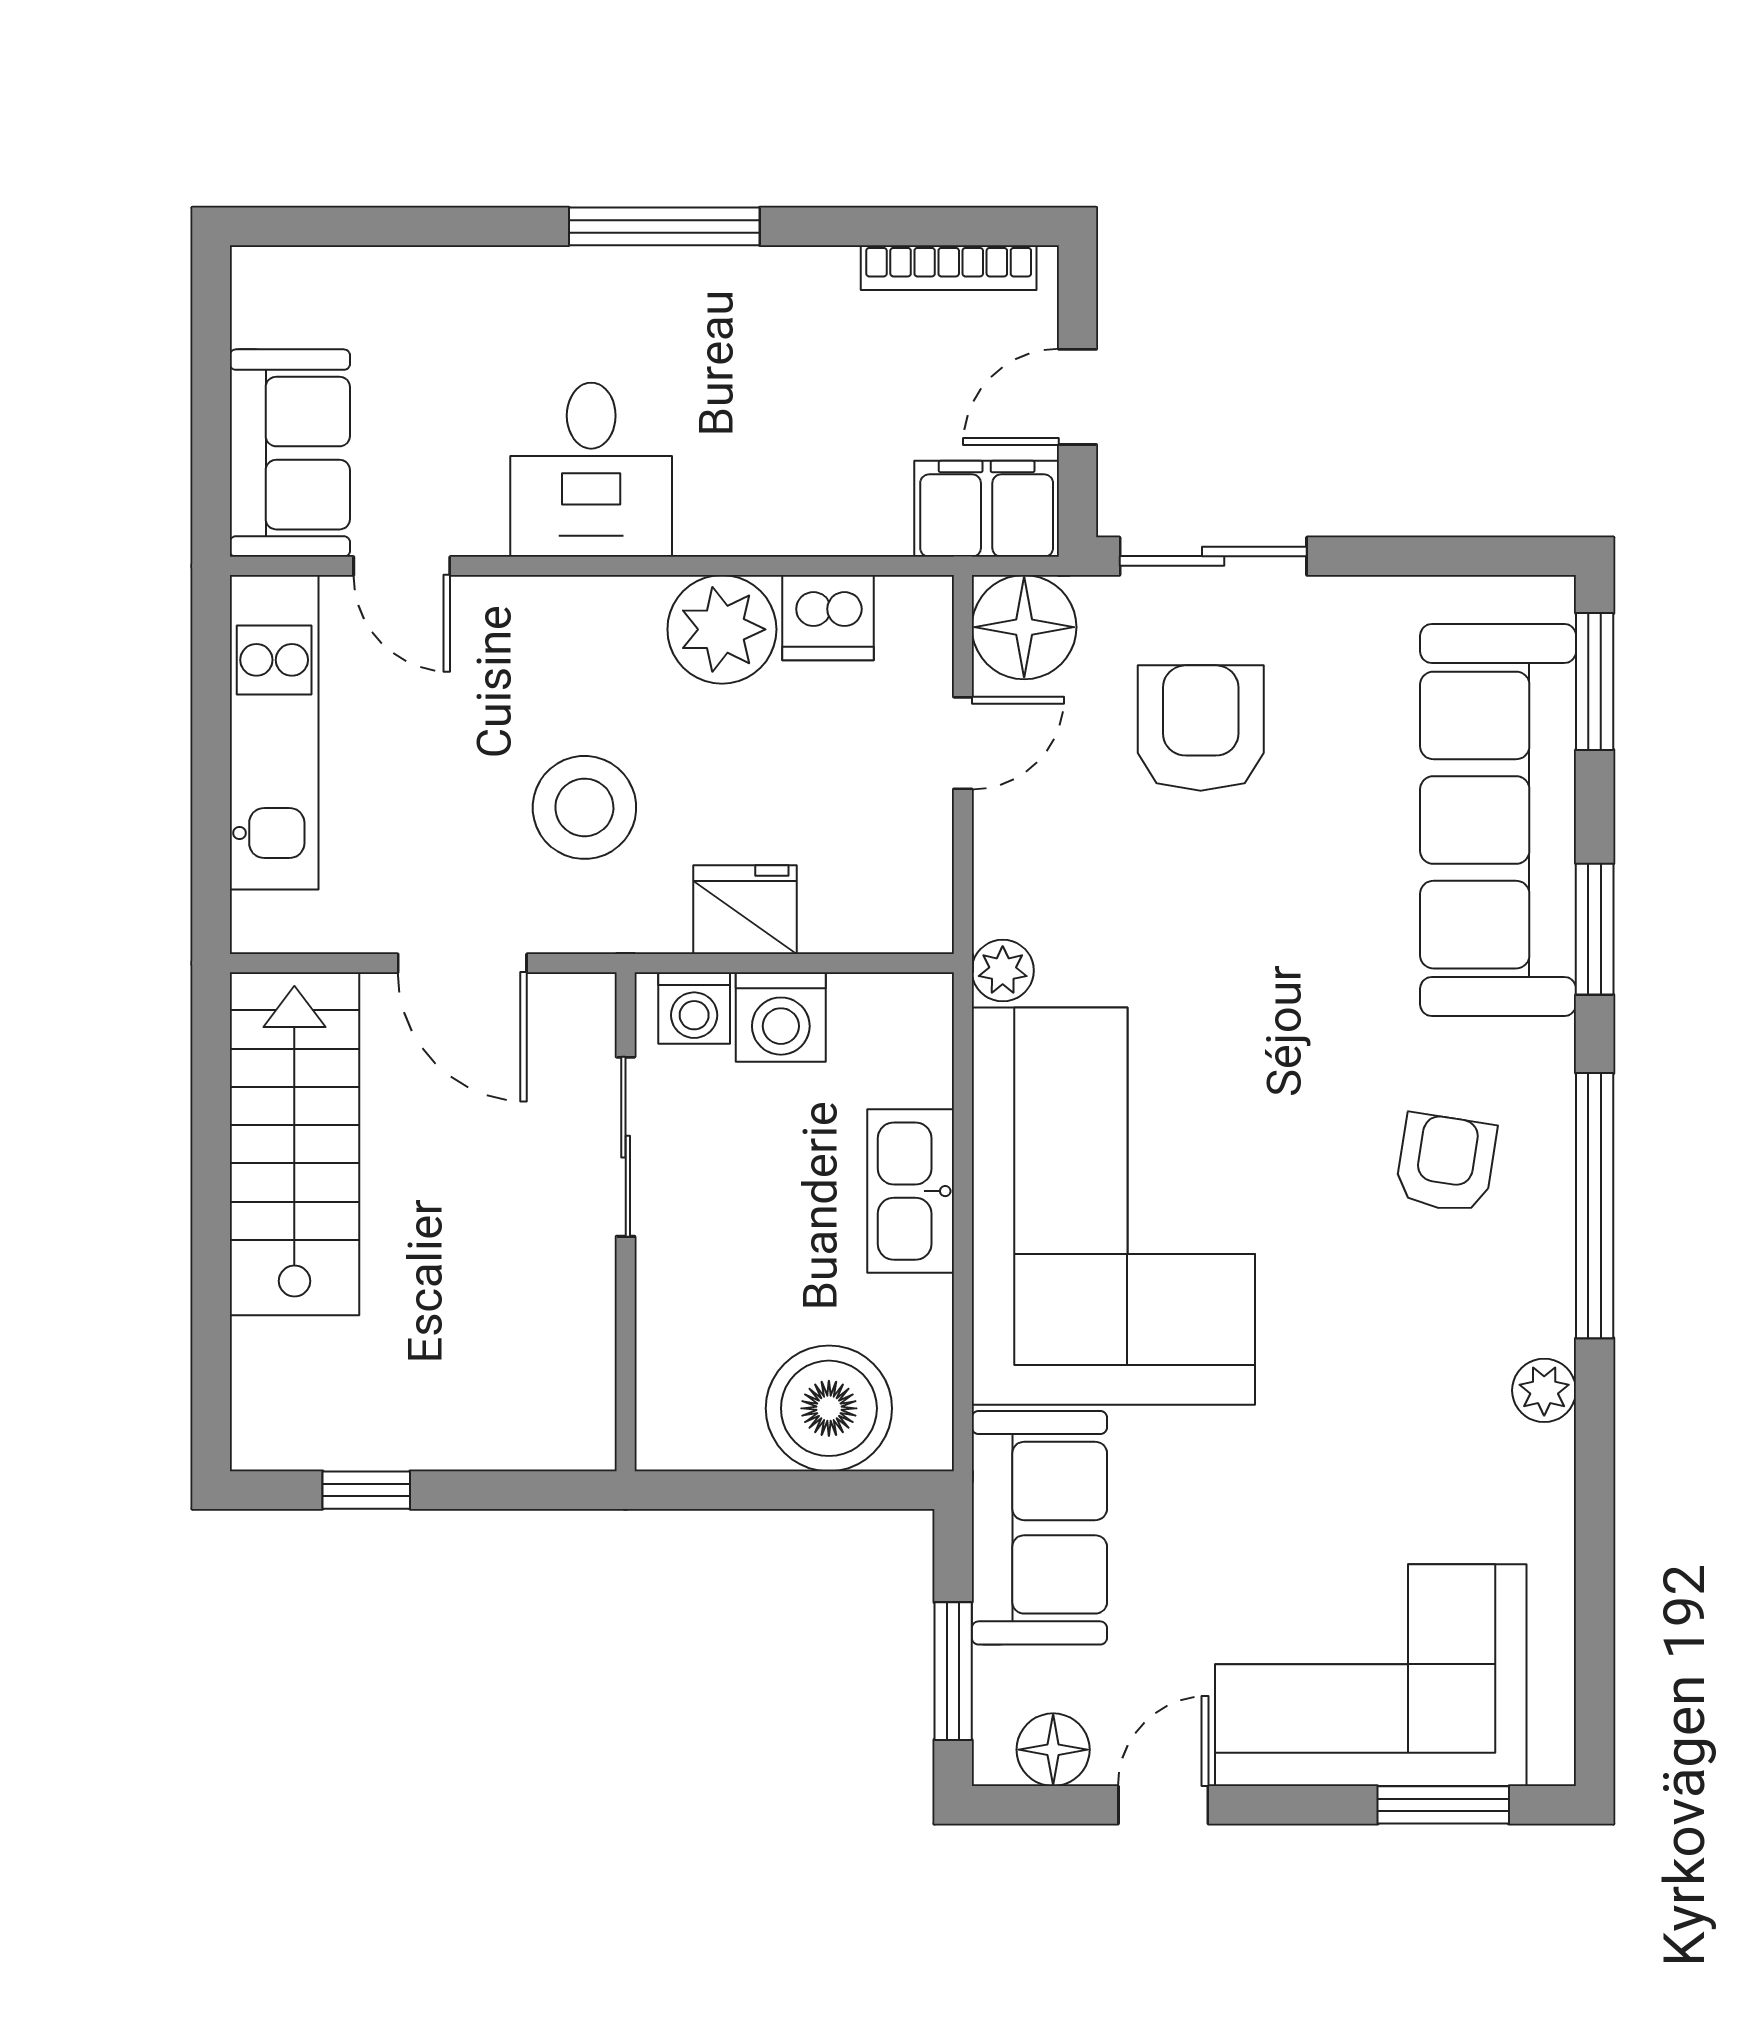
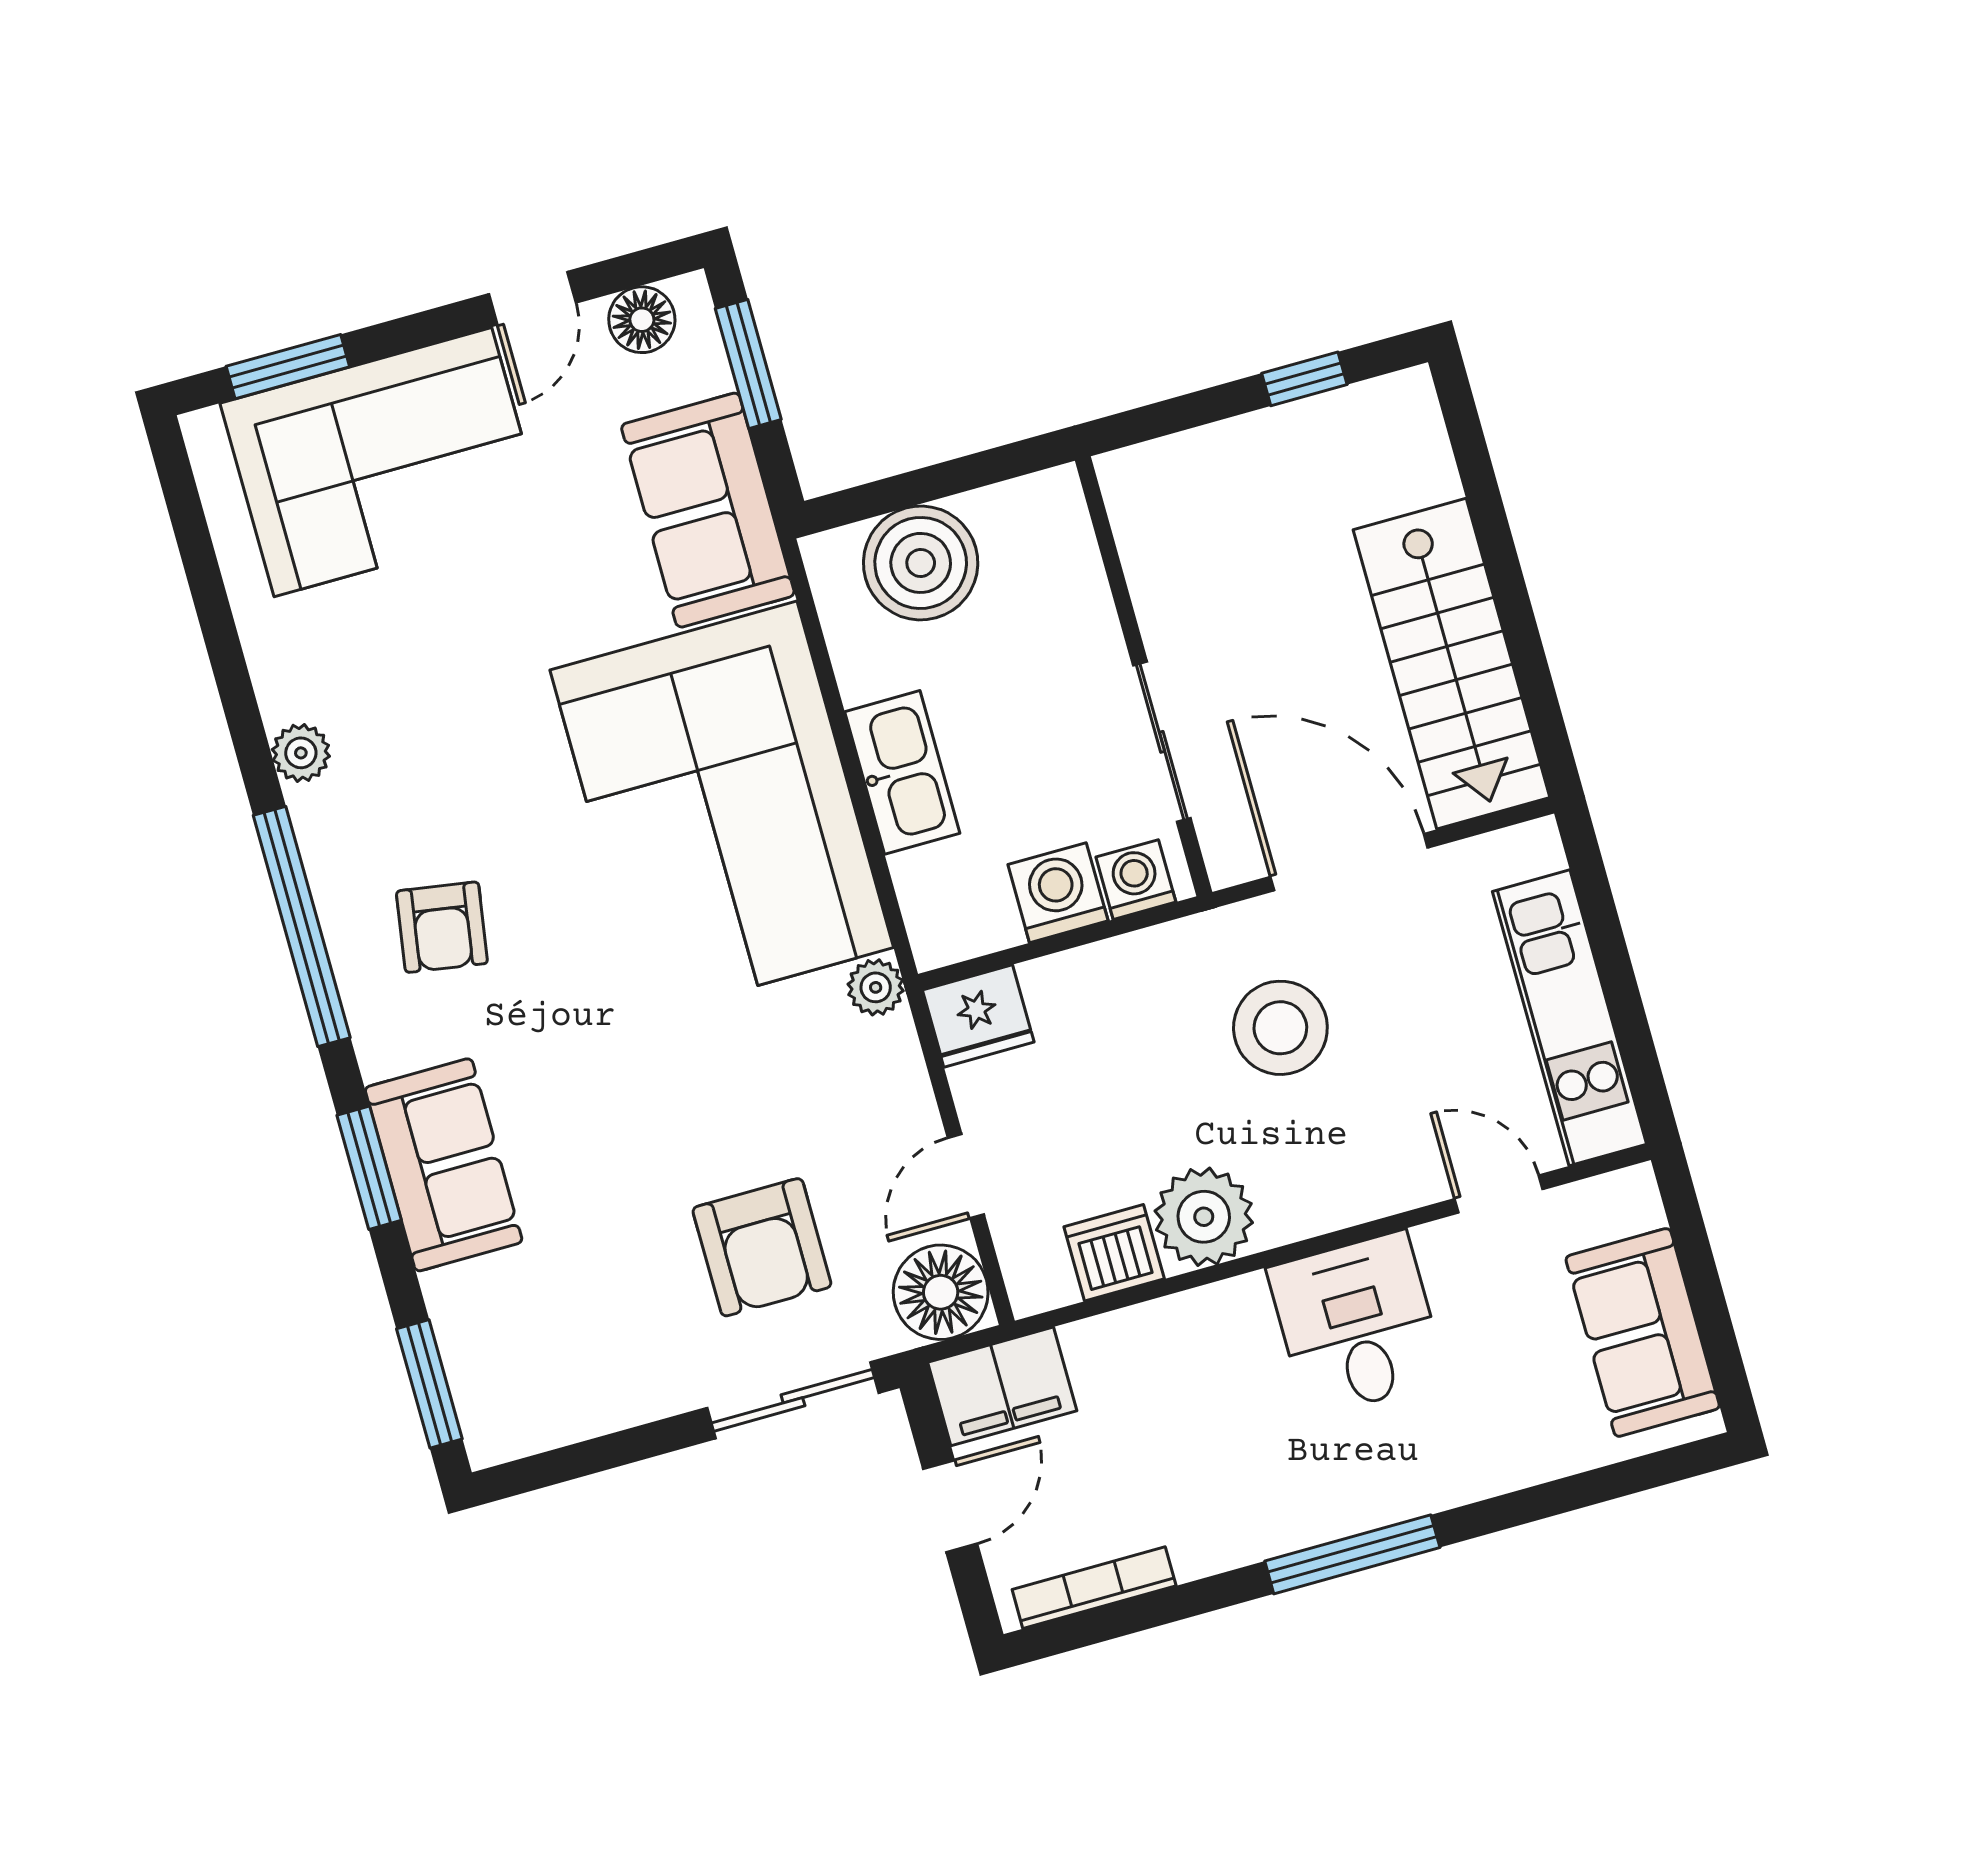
sofa: (290, 453) -> (1643, 1332), moved
sofa: (1498, 820) -> (444, 1165), width x0.54, depth x0.79
fridge: (745, 910) -> (978, 1016), moved
door: (462, 963) -> (1349, 862), width x1.36

